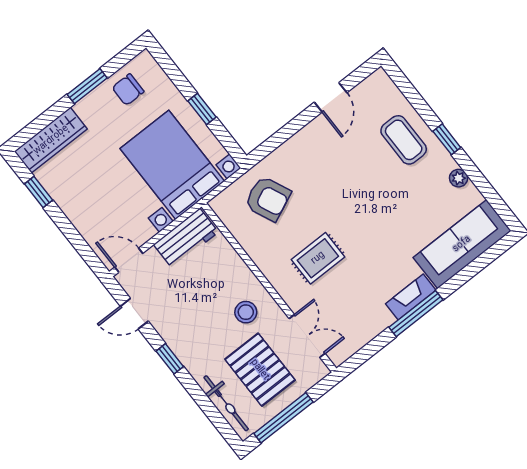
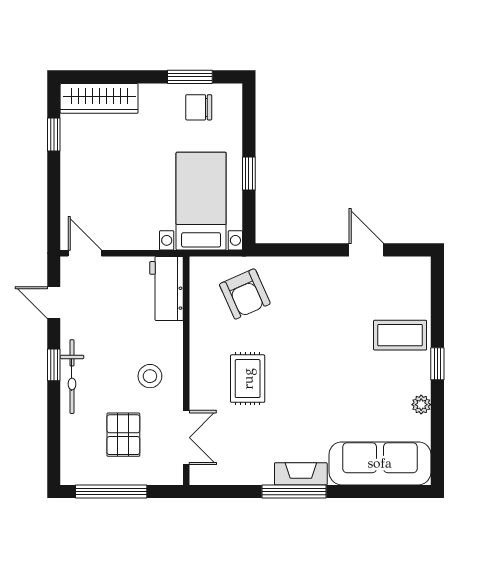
window: (87, 86) -> (190, 77), moved
door: (331, 97) -> (366, 250), swing flipped
coffee table: (404, 140) -> (400, 335), turned 90
bed with nightstands: (172, 165) -> (201, 201), width x0.73
workbench: (186, 238) -> (166, 289), moved, turned 90
rug: (318, 258) -> (248, 379), turned 90
pallet: (260, 370) -> (123, 435), width x0.67, depth x0.71
bicycle: (226, 403) -> (72, 377), moved

